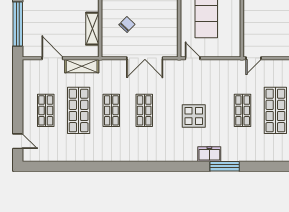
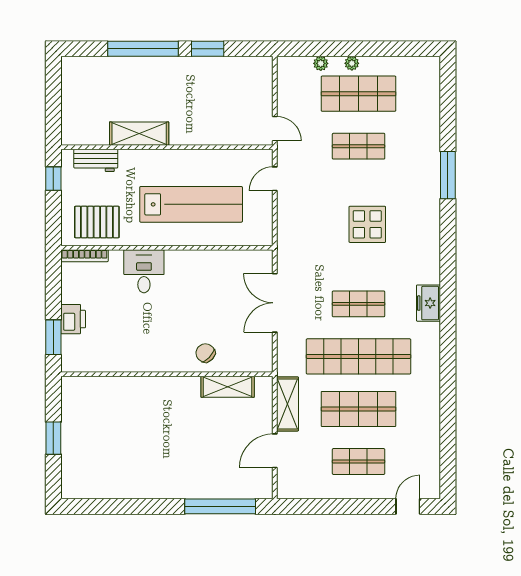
chair: (127, 25) -> (205, 353), moved
double door: (145, 58) -> (275, 303), swing flipped
door: (193, 58) -> (275, 179), moved
shop shelf: (111, 110) -> (359, 356), width x2.00, depth x1.36
freezer: (209, 154) -> (428, 303), moved

